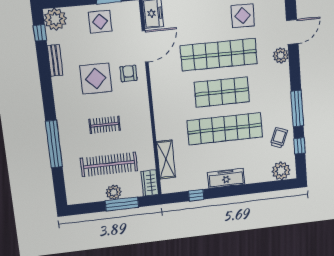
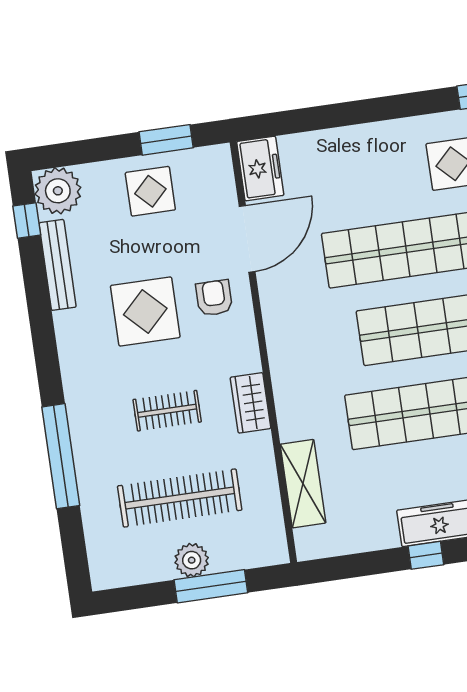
bench: (55, 60) -> (58, 265), width x1.36
wardrobe: (150, 183) -> (251, 403), moved
window: (196, 195) -> (426, 555), moved

